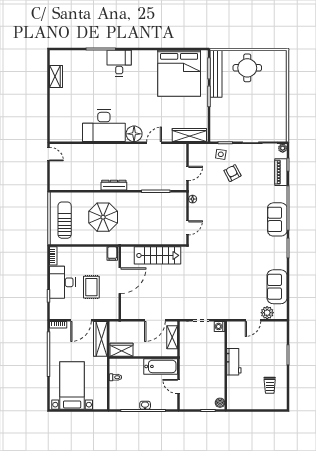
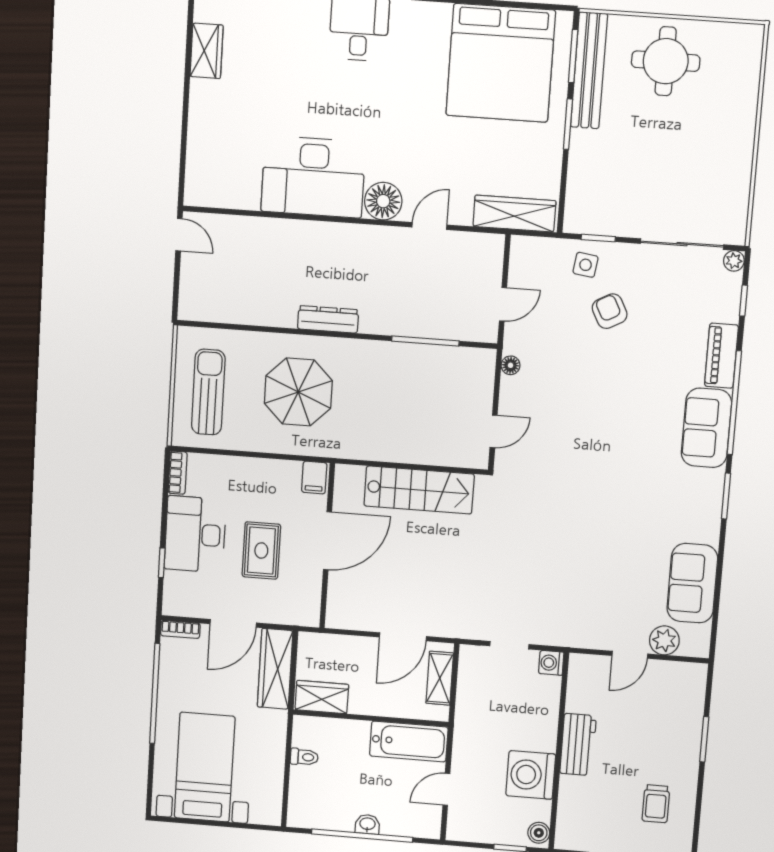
piano: (281, 172) -> (721, 356), moved
washing machine: (215, 377) -> (531, 775), added
door: (178, 387) -> (446, 789), hinge flipped

